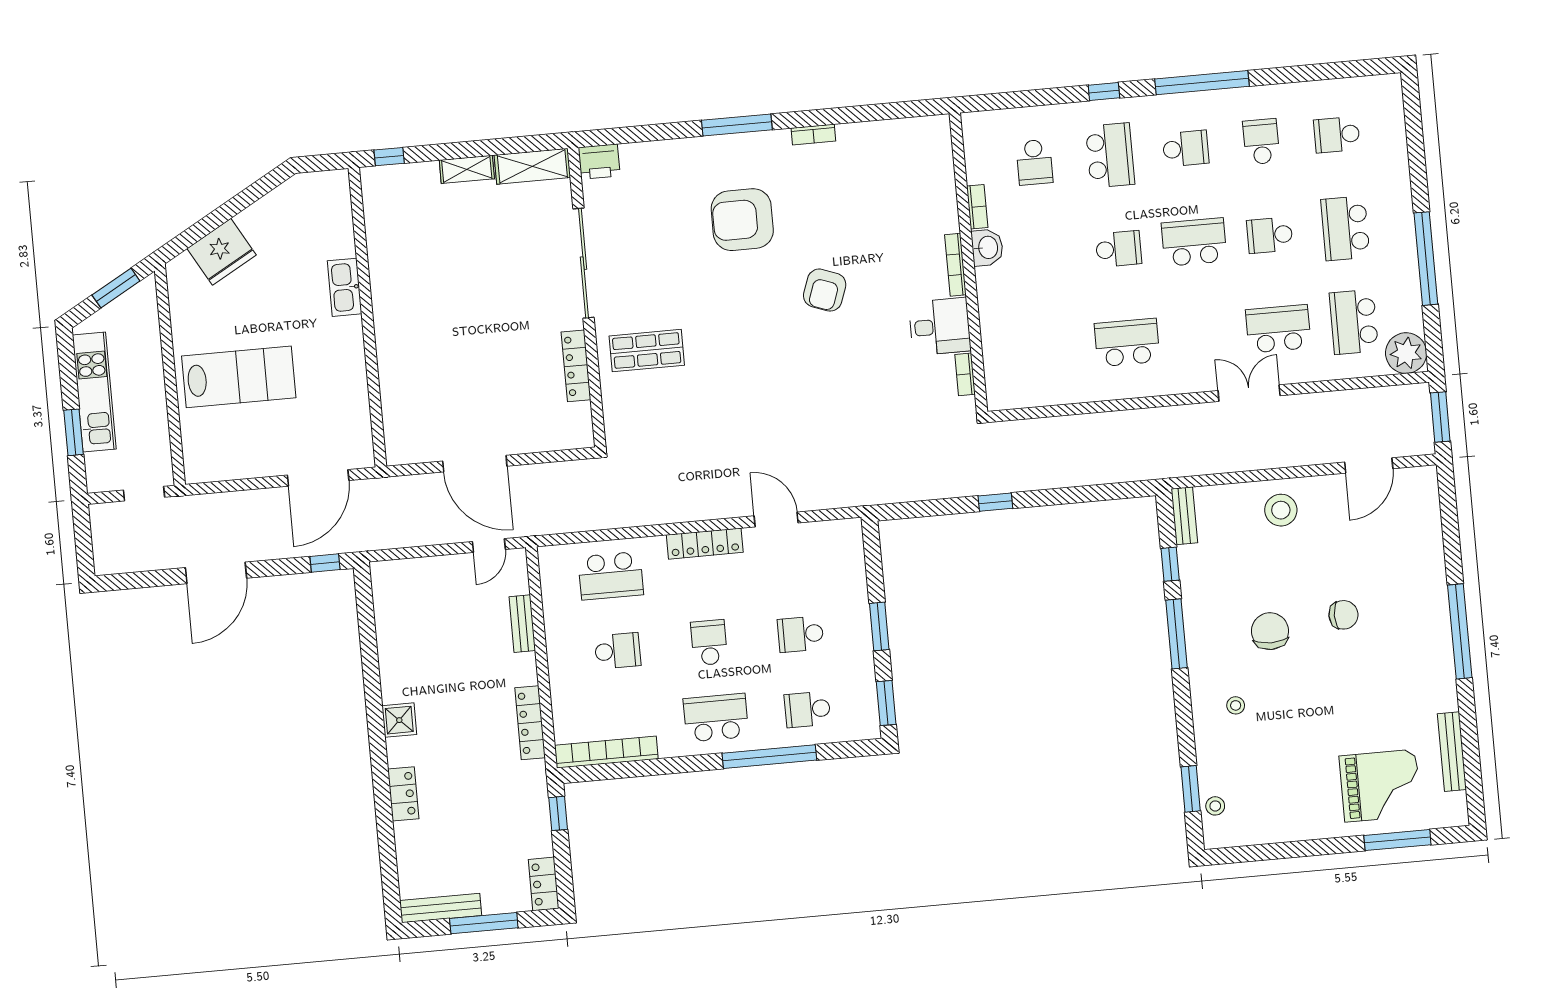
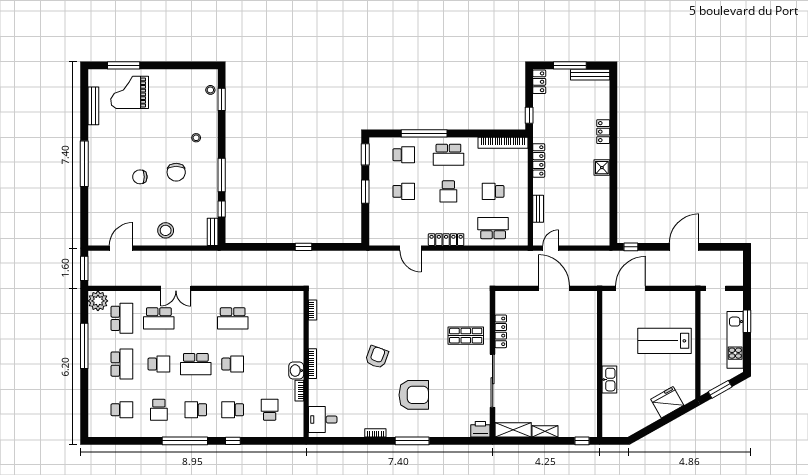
school desk: (1110, 155) -> (233, 410), width x0.54
school desk: (1119, 249) -> (233, 364), turned 180
desk: (940, 327) -> (323, 420), moved

